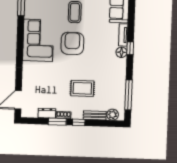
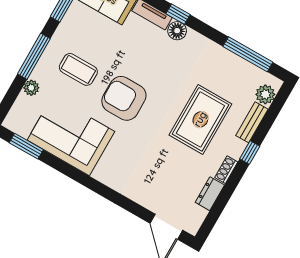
corner sofa: (38, 40) -> (71, 136), moved
rug: (82, 88) -> (200, 119), width x1.36, depth x1.43
window: (57, 122) -> (231, 185), removed

